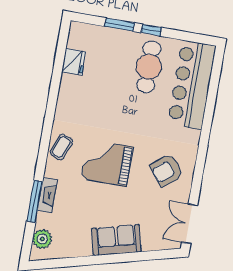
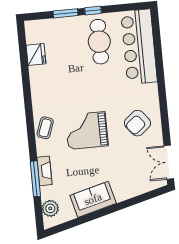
sofa: (116, 240) -> (93, 199), moved

